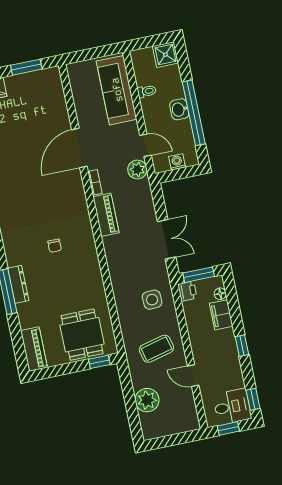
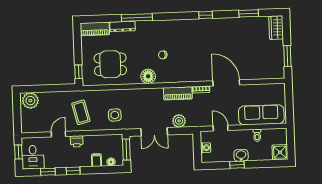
window: (194, 113) -> (237, 165), width x0.32
door: (145, 145) -> (221, 128), swing flipped
plant: (137, 170) -> (179, 121), moved
floor lamp: (89, 261) -> (148, 76), added
dresser: (18, 284) -> (123, 26), moved
printer: (187, 291) -> (77, 141), moved
filing cabinet: (221, 315) -> (96, 160), width x0.50
dining table: (82, 335) -> (110, 64), moved
window: (253, 399) -> (48, 172), moved
plant: (147, 400) -> (30, 101), moved

